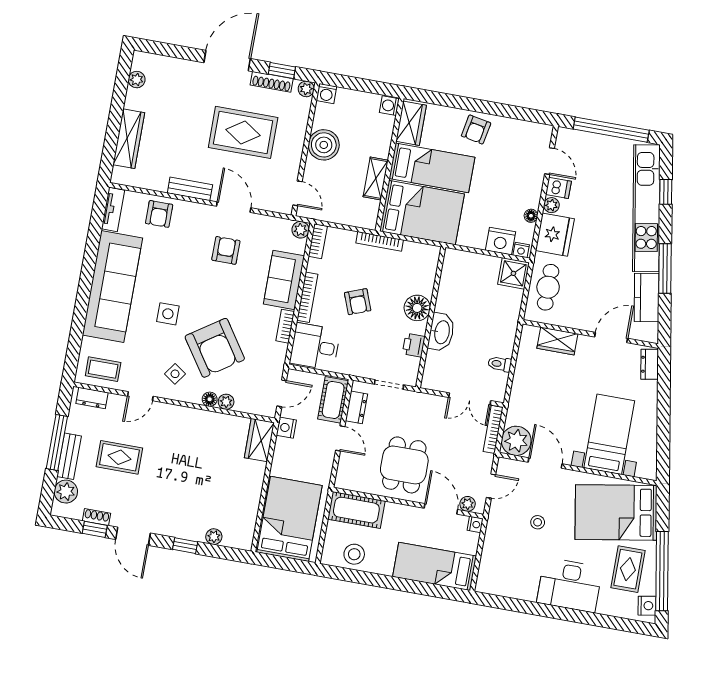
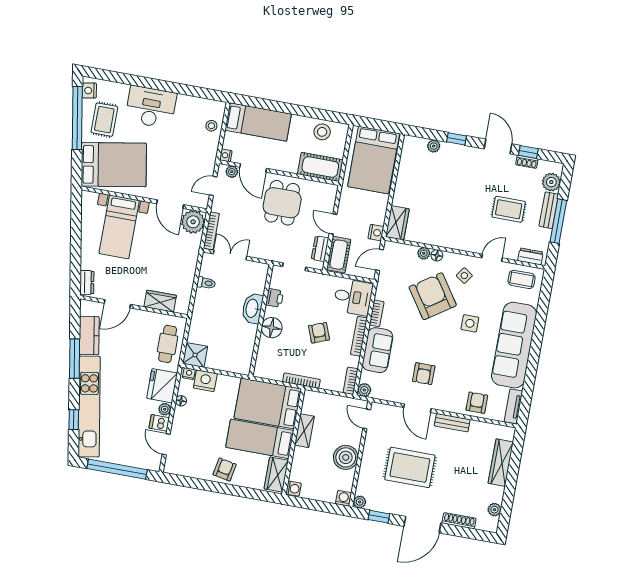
shoe rack: (272, 82) -> (459, 521), moved
stool: (538, 522) -> (211, 126), moved

